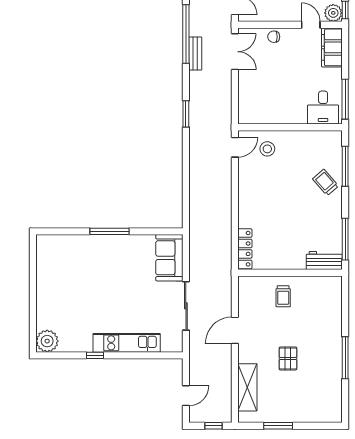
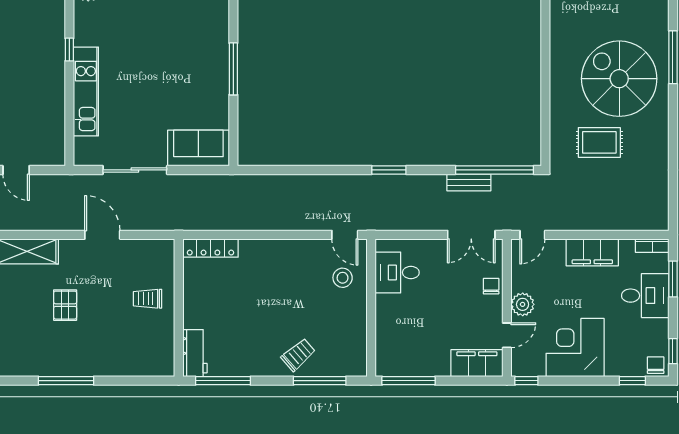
plant: (333, 13) -> (523, 304), moved
desk: (323, 108) -> (397, 272), moved
pallet: (288, 358) -> (65, 305), turned 90

